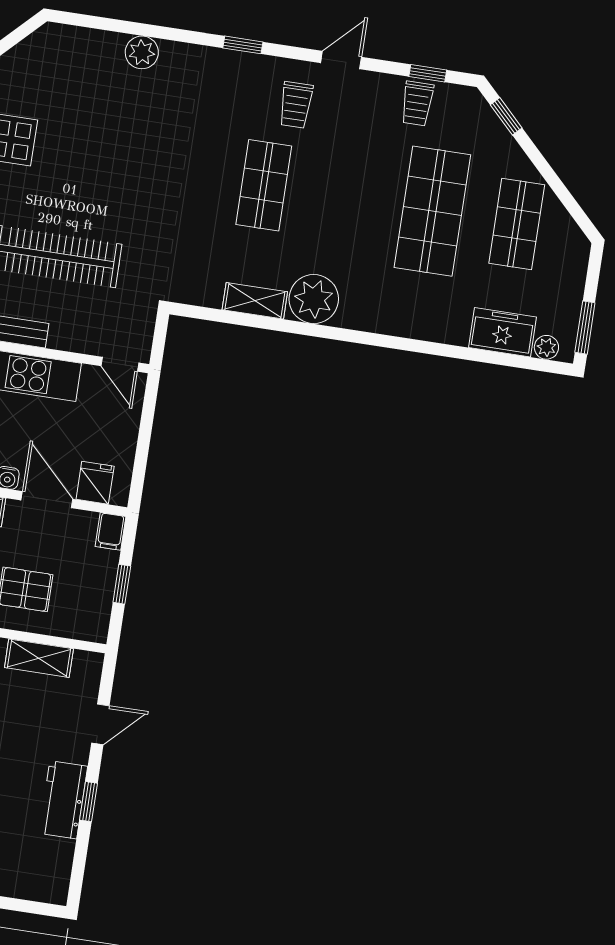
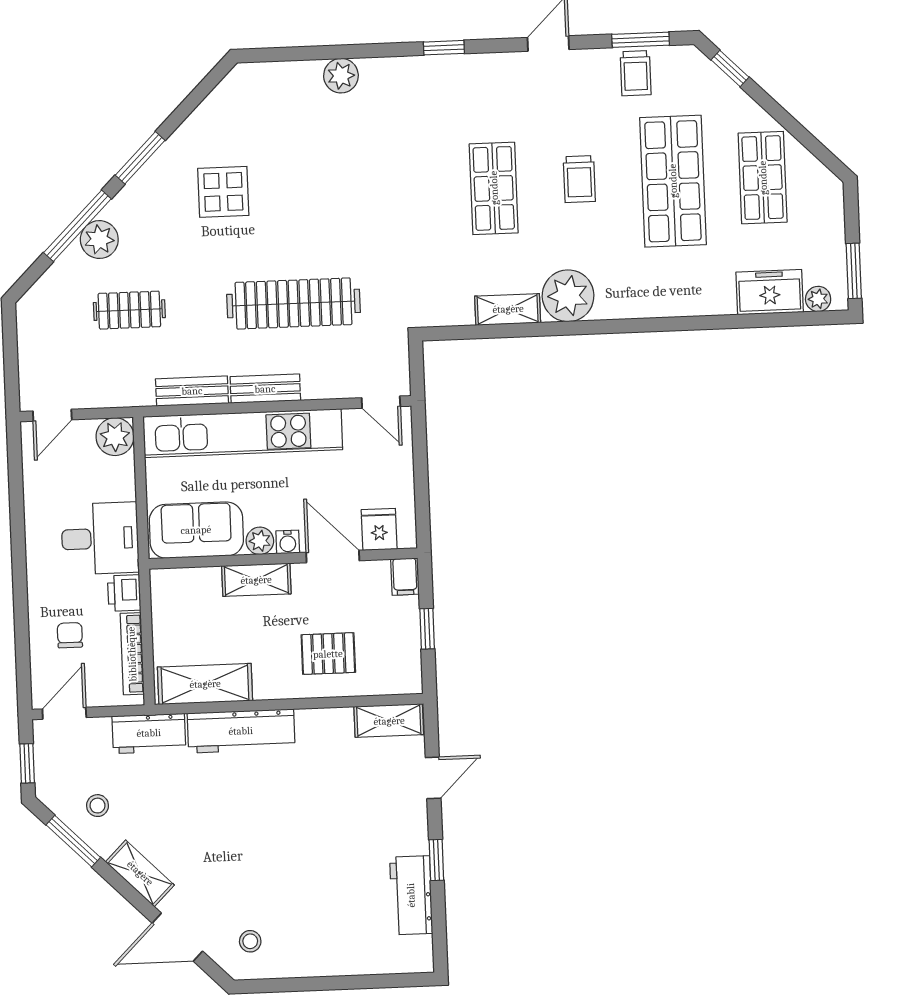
window: (428, 73) -> (641, 40), width x1.50
trolley: (296, 105) -> (579, 179), moved
shelving: (39, 658) -> (389, 721), moved
workbench: (63, 800) -> (411, 895), moved

